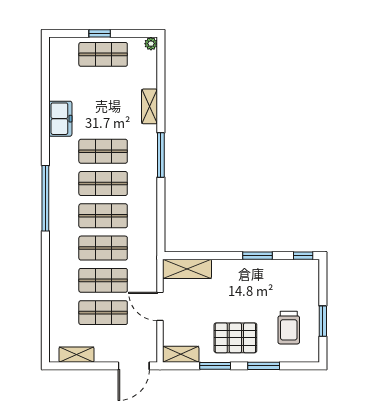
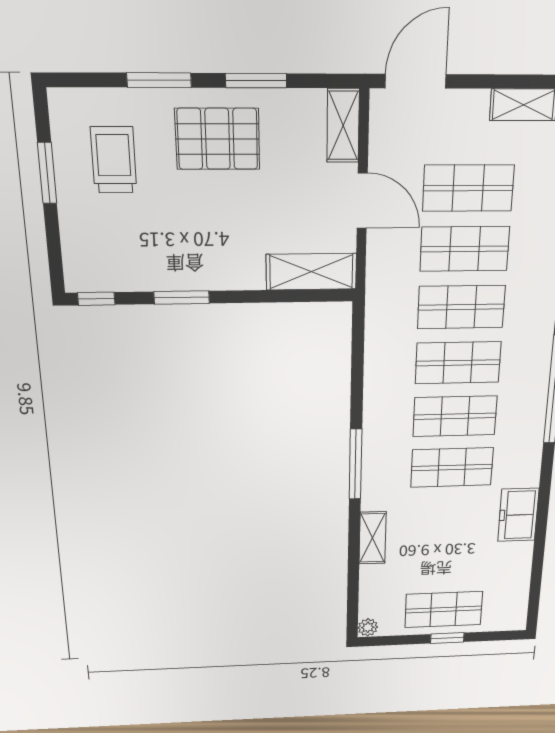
shelving: (181, 354) -> (343, 126), moved, turned 90

